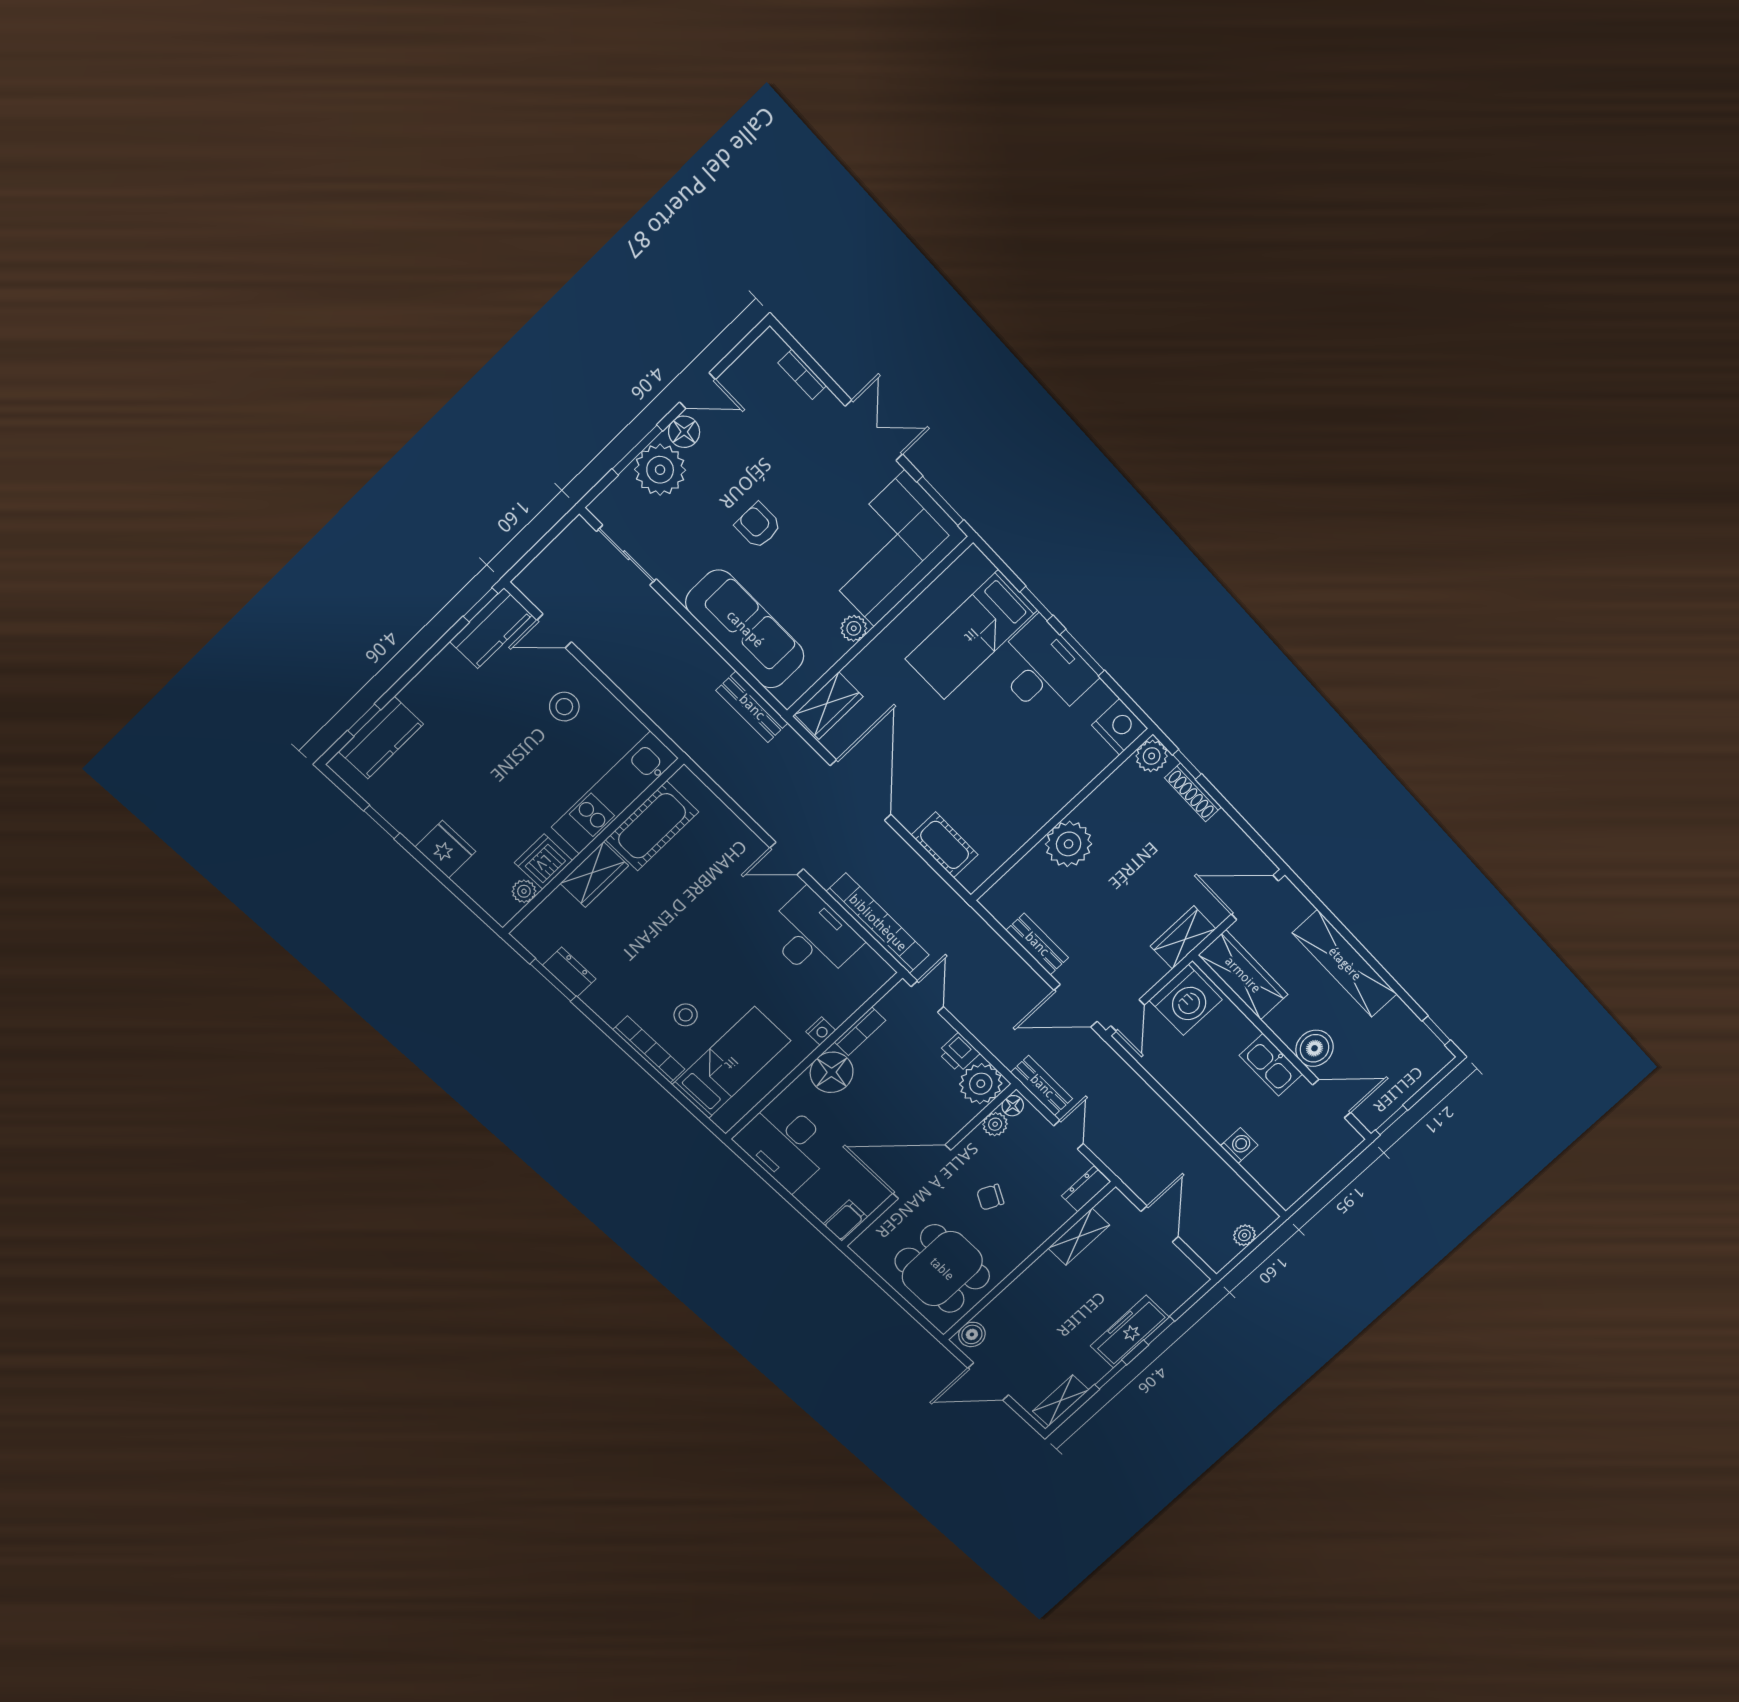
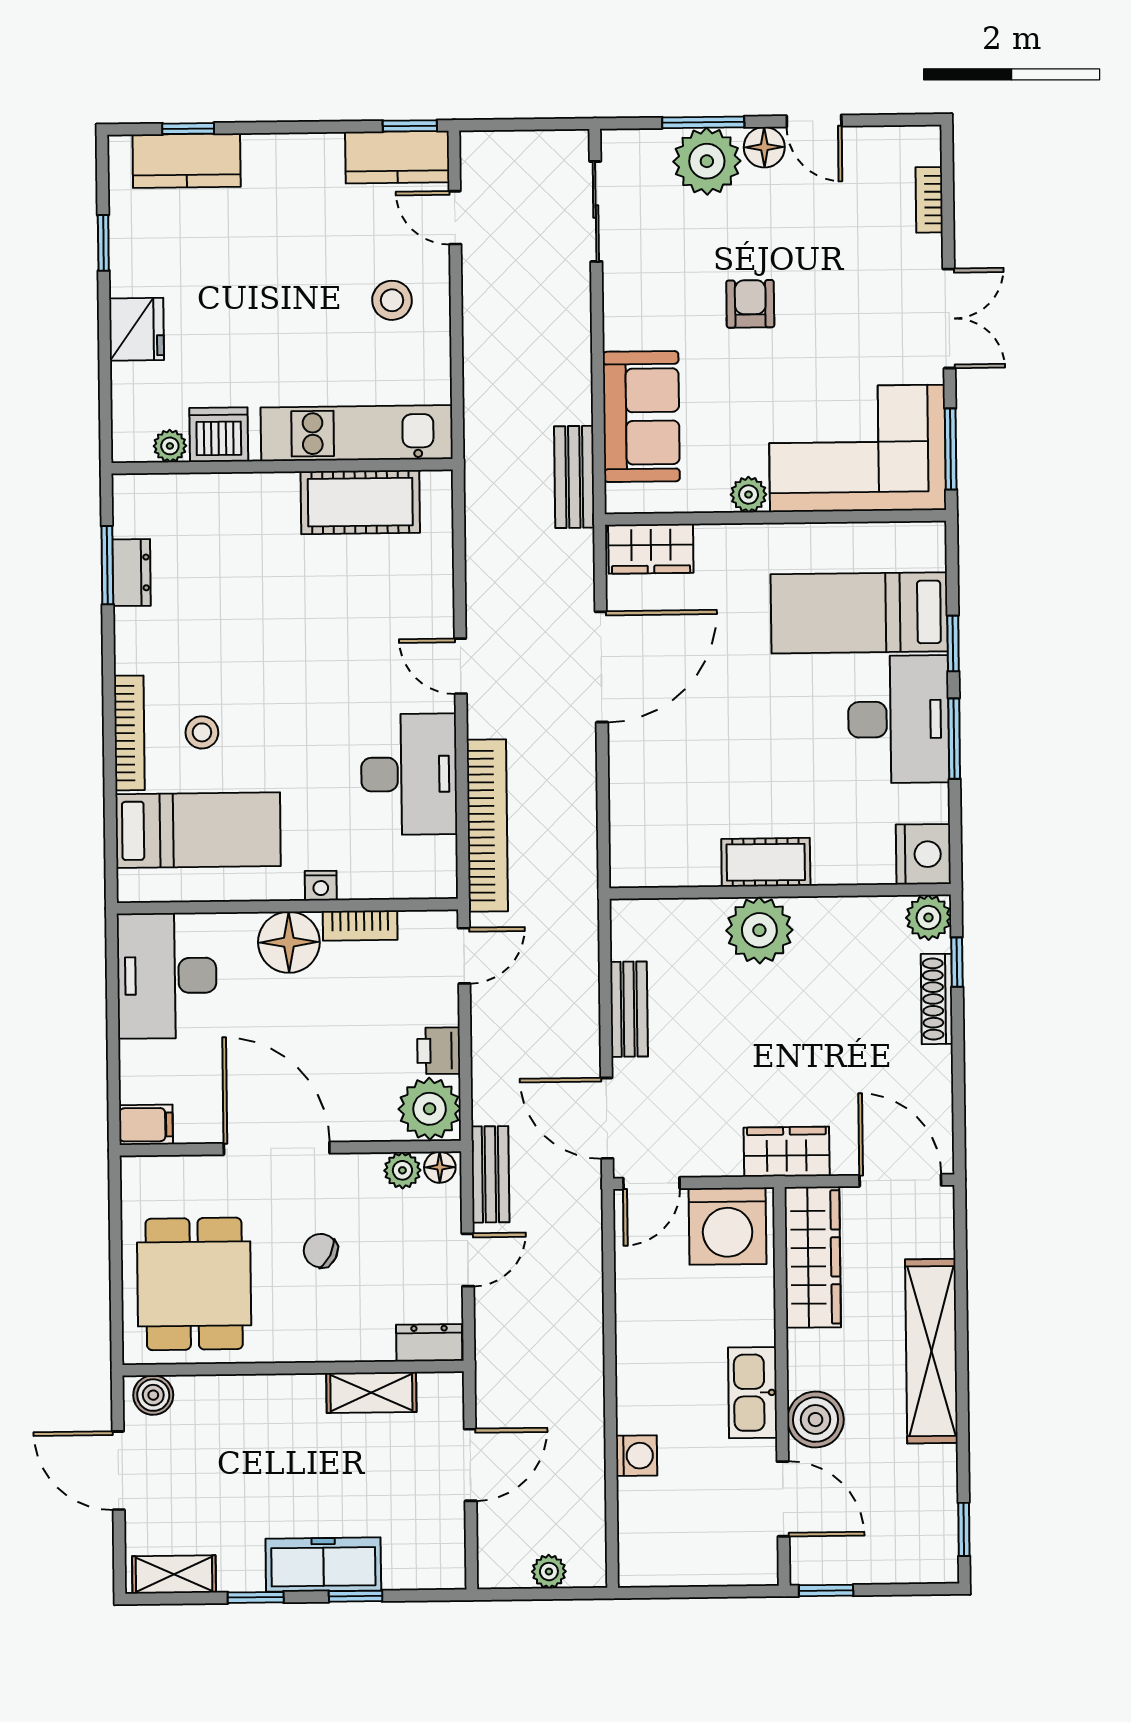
sofa: (745, 629) -> (641, 417), width x0.73
cot: (945, 845) -> (766, 862), moved, turned 90
wardrobe: (594, 875) -> (255, 496), removed

